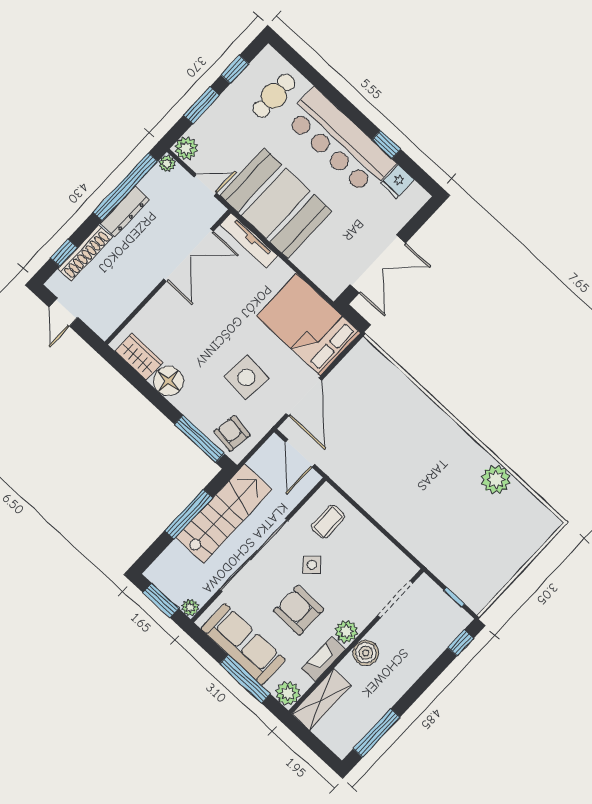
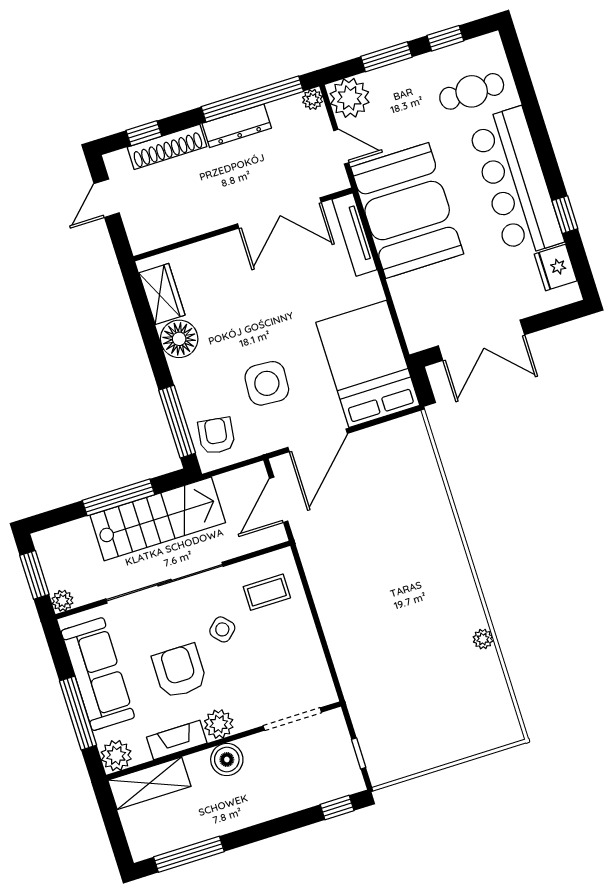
plant: (186, 148) -> (350, 98), width x1.36, depth x1.36
fridge: (397, 182) -> (556, 267), width x1.38
plant: (496, 480) -> (483, 639), width x0.53, depth x0.53

